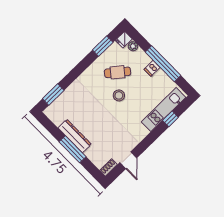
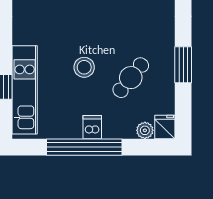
window: (103, 46) -> (183, 65), moved
stool: (119, 95) -> (84, 67), moved

